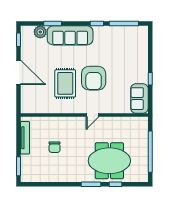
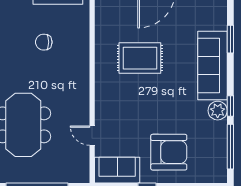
plant: (40, 32) -> (218, 111), moved
armchair: (94, 78) -> (169, 152), moved, turned 180
door: (92, 115) -> (92, 136), moved

